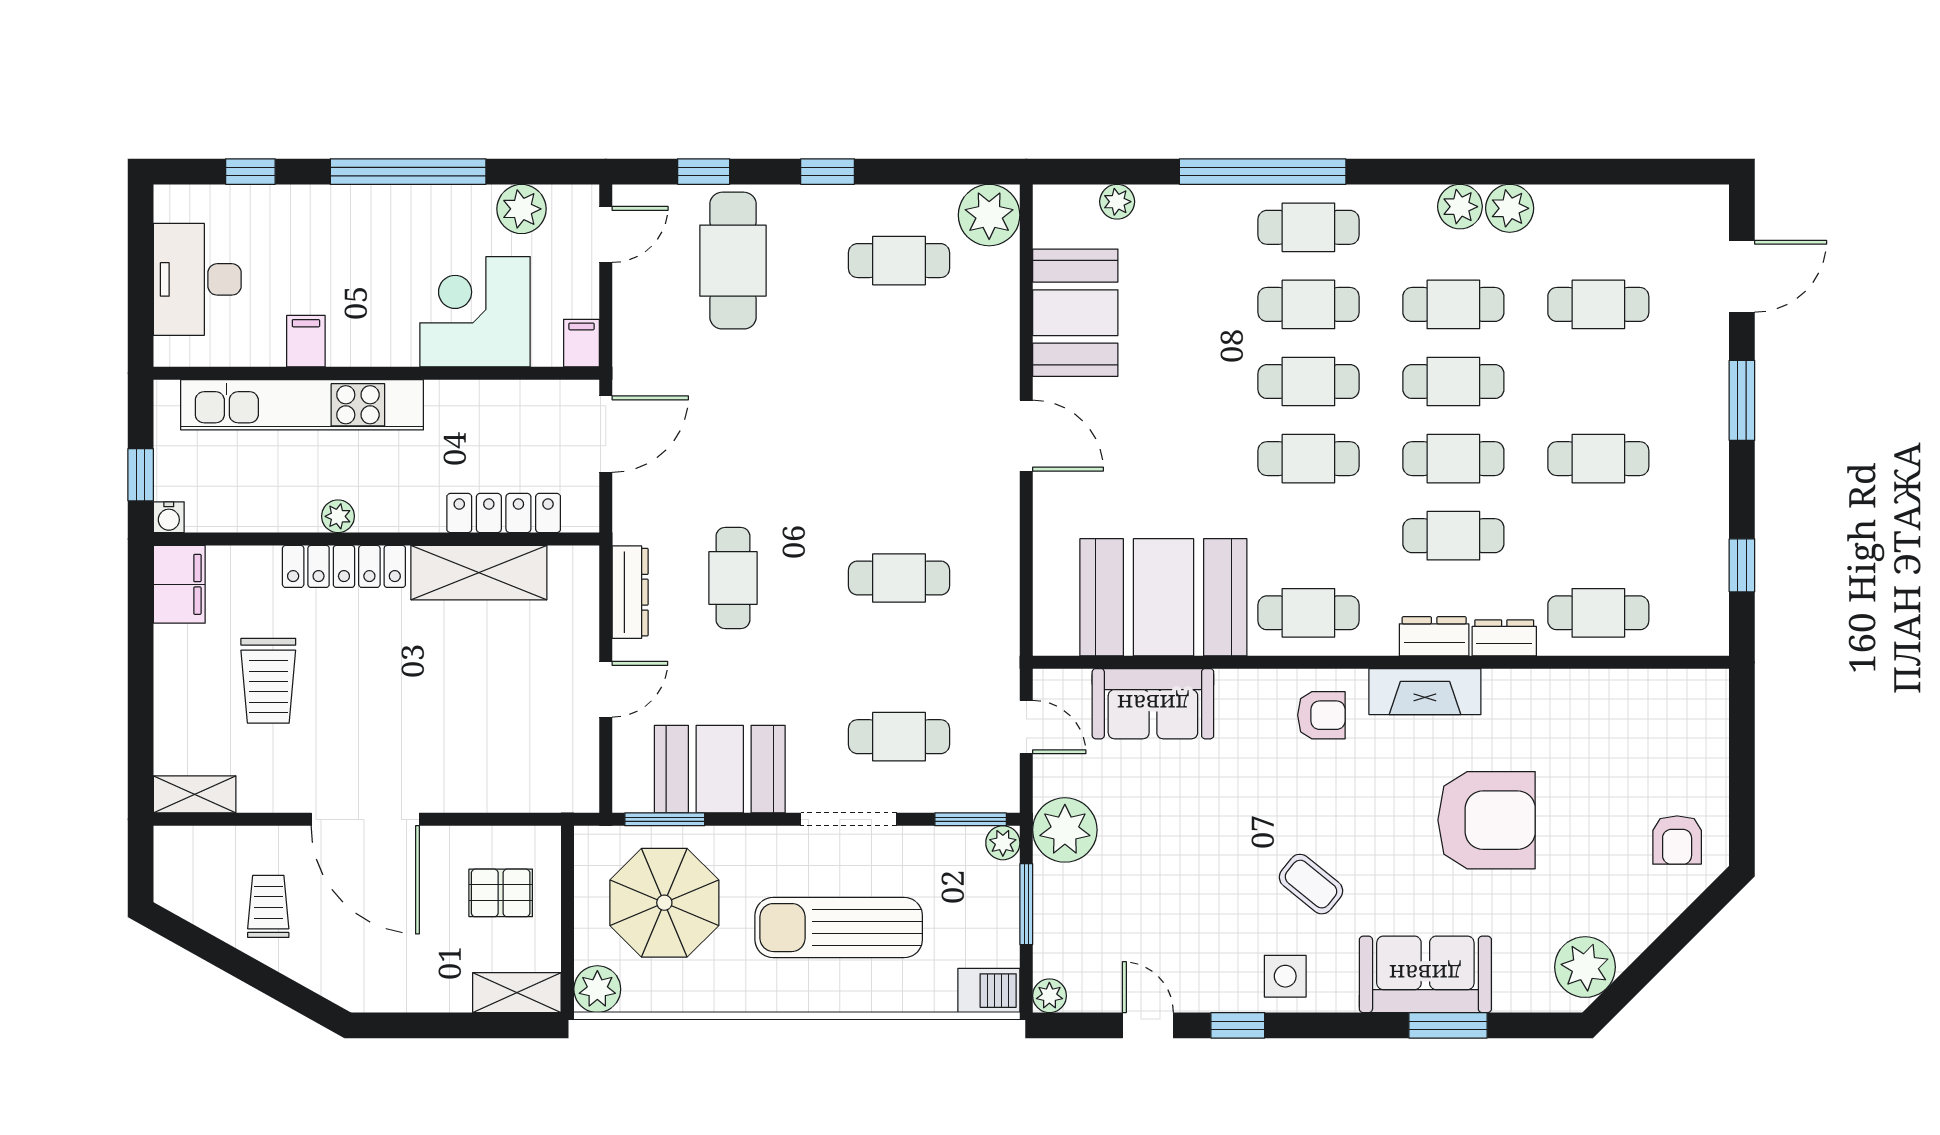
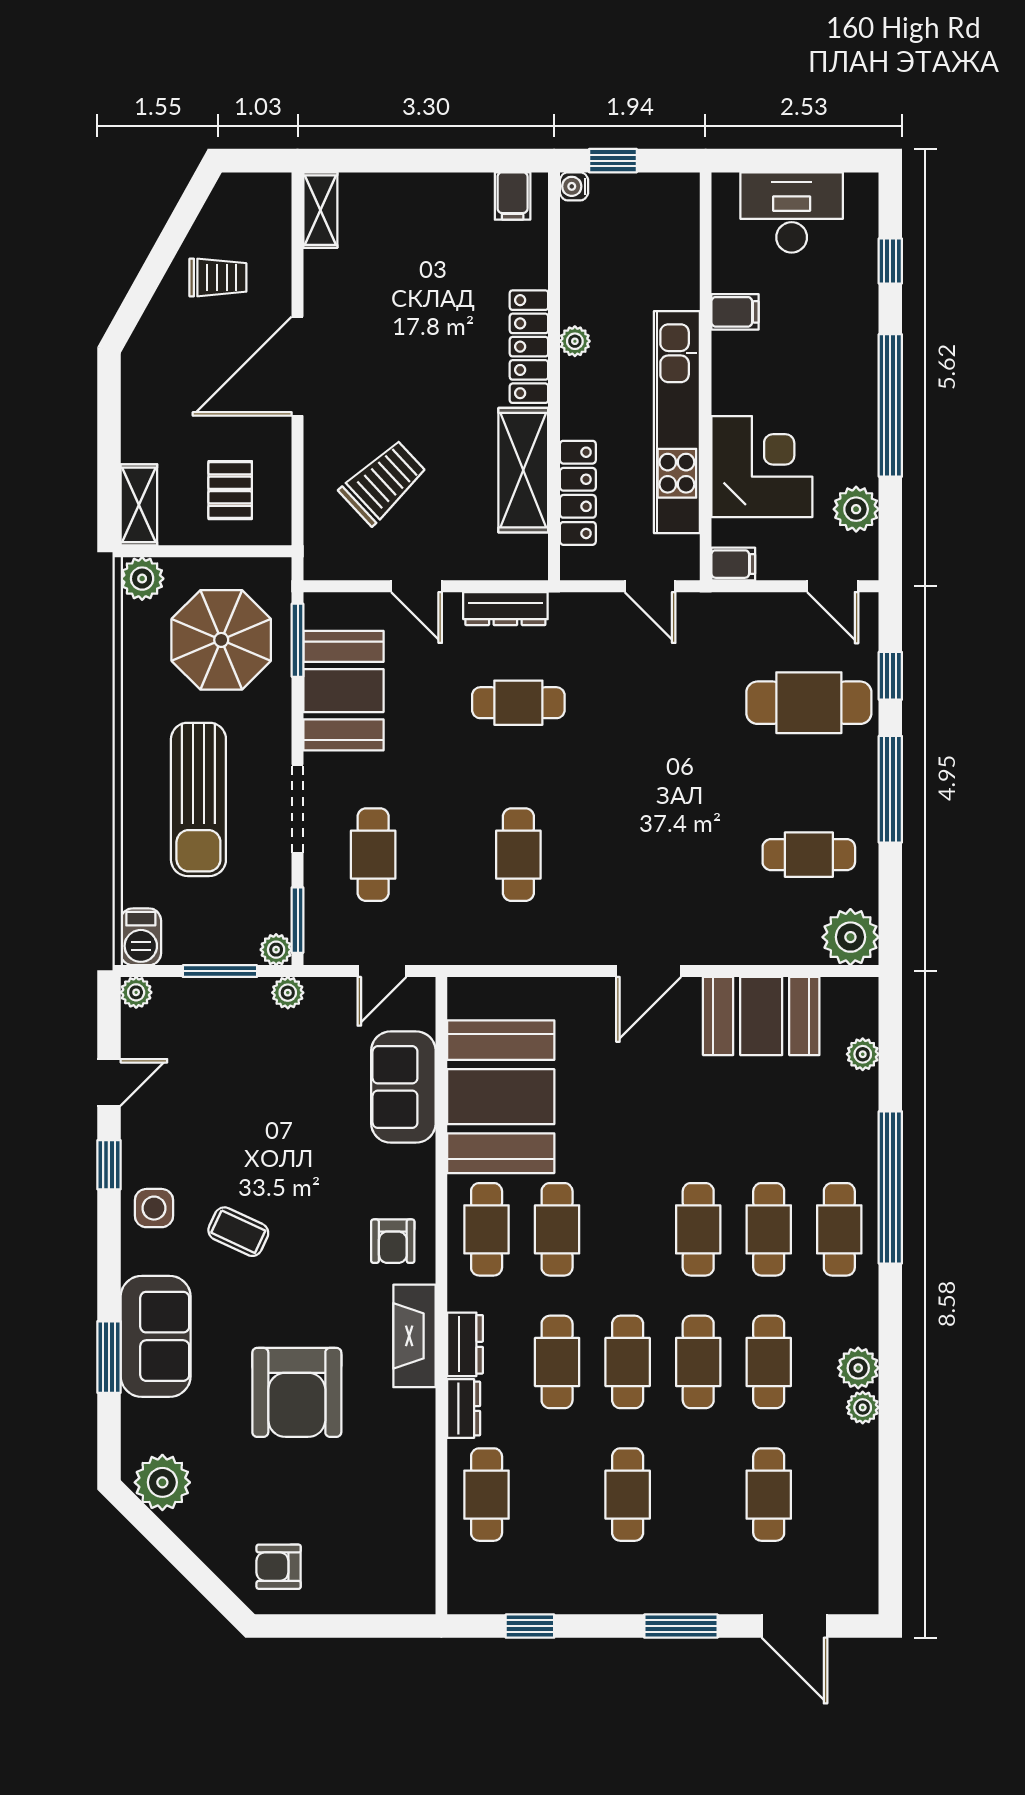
window: (828, 172) -> (890, 789), width x2.17
plant: (1510, 208) -> (863, 1407), width x0.73, depth x0.73
cafe table: (899, 261) -> (809, 855), turned 90
kitchen unit: (302, 405) -> (677, 422), moved
door: (606, 434) -> (650, 586), width x0.73
cafe table: (1308, 459) -> (557, 1229), moved
filing cabinet: (179, 584) -> (513, 196), width x0.50
trolley: (268, 681) -> (383, 482), moved, turned 137
plant: (1065, 830) -> (288, 993), width x0.53, depth x0.53
coffee table: (1311, 884) -> (238, 1232), turned 76
sun lounger: (839, 928) -> (198, 799), turned 180

